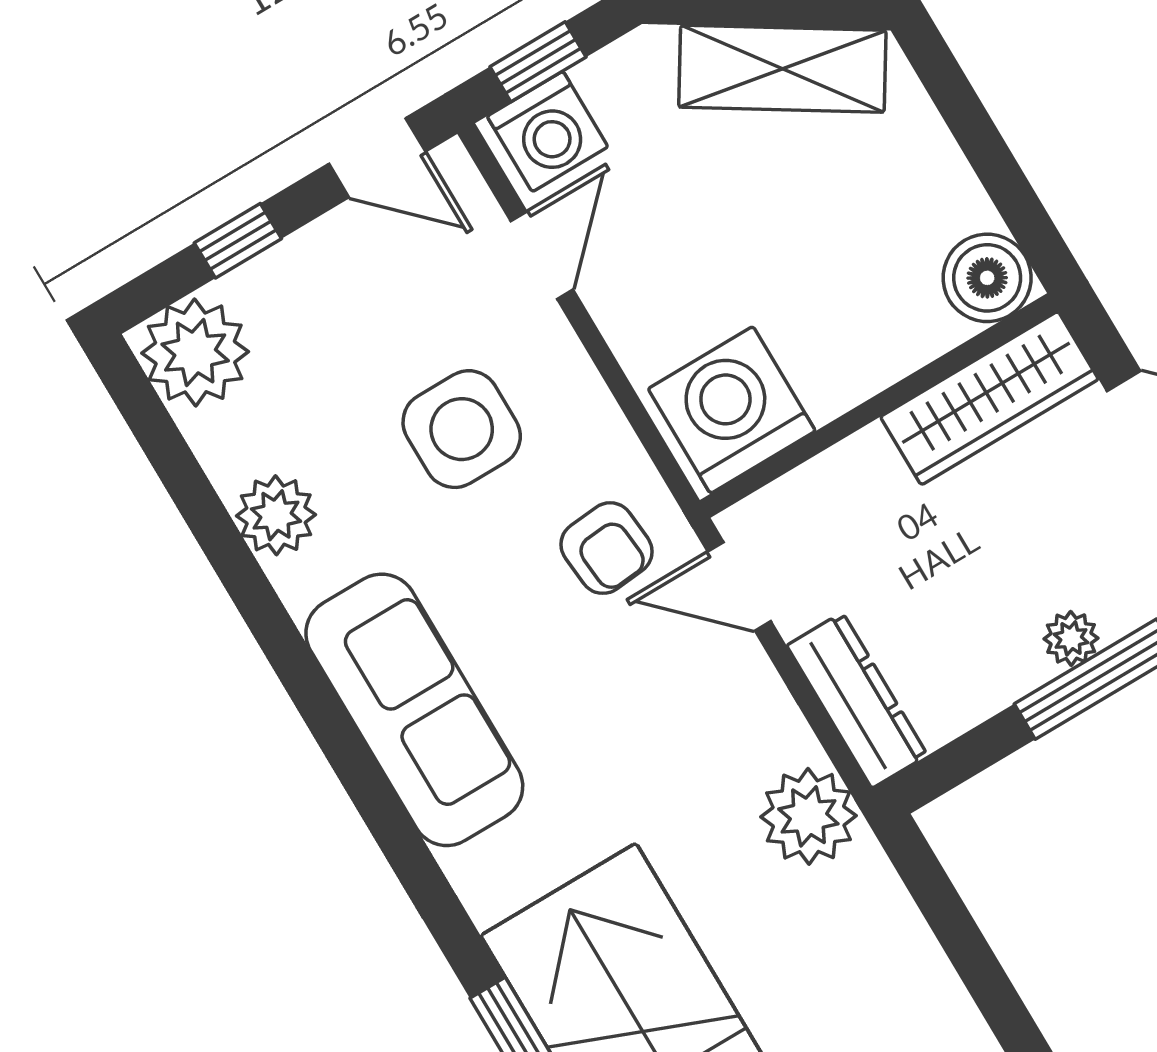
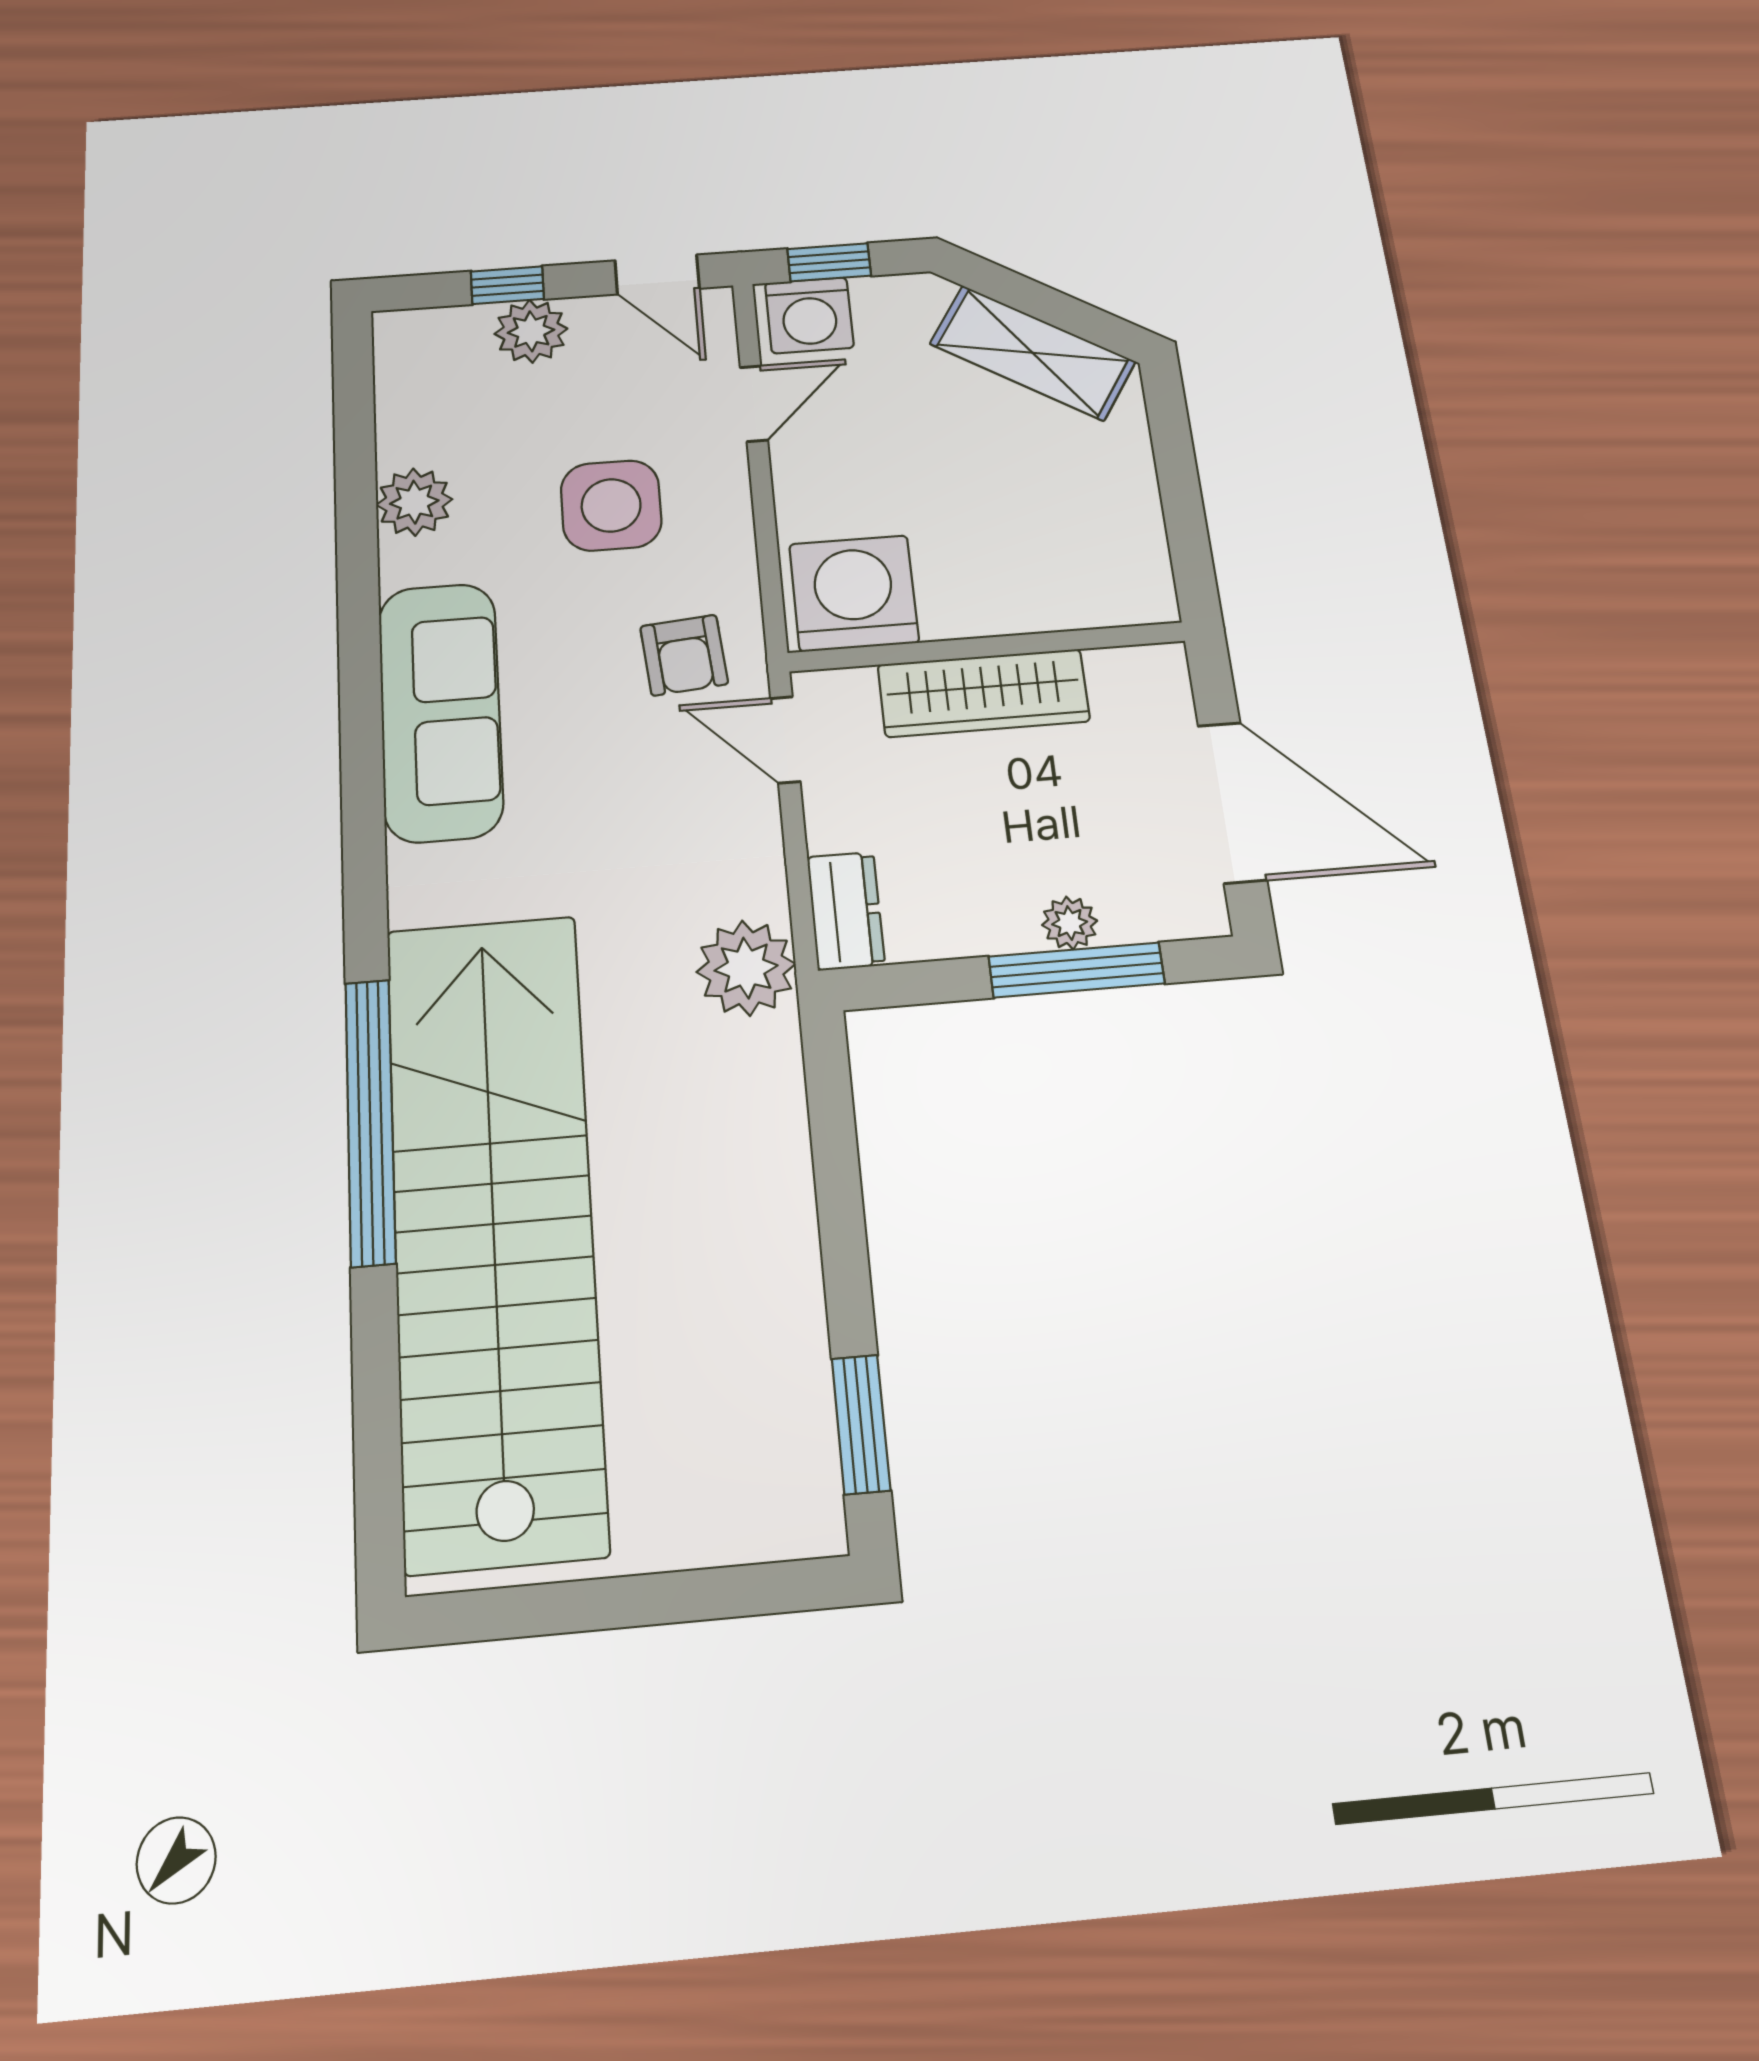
boiler: (987, 278) -> (1133, 587), removed
plant: (195, 352) -> (531, 331), moved, width x0.73, depth x0.73
wardrobe: (989, 398) -> (983, 693), moved
dresser: (857, 700) -> (846, 911), width x0.70

